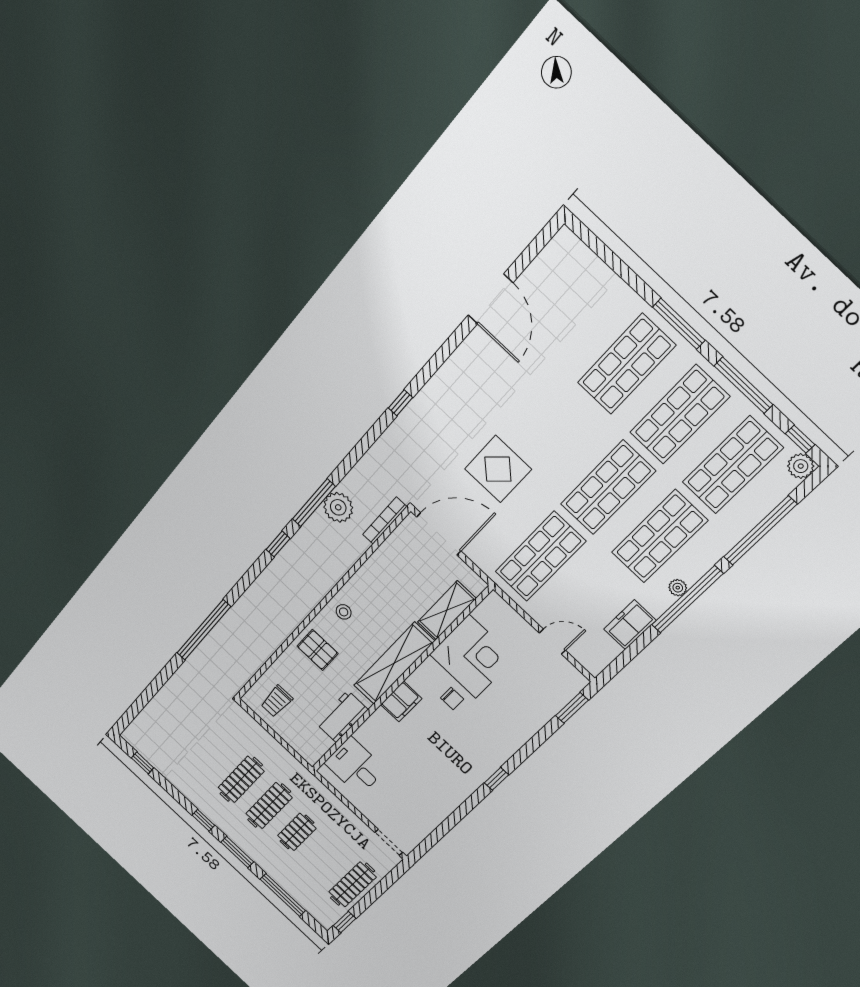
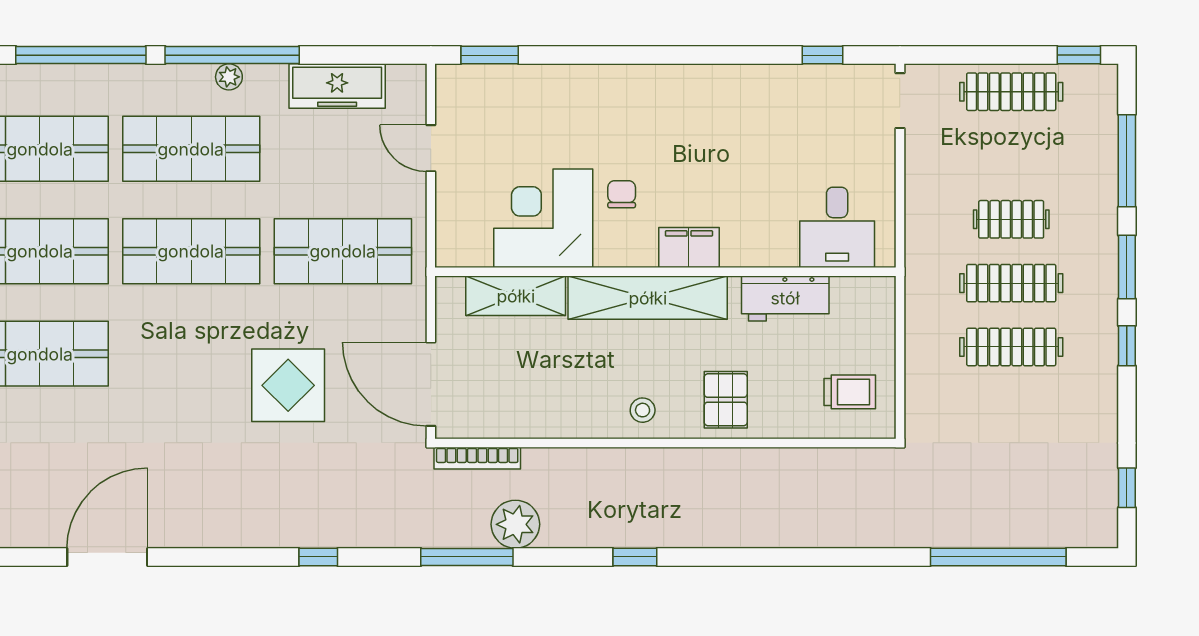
window: (314, 503) -> (467, 557), moved
freezer: (630, 625) -> (337, 86), width x1.40
window: (204, 630) -> (998, 557), moved
window: (497, 779) -> (823, 55), moved

